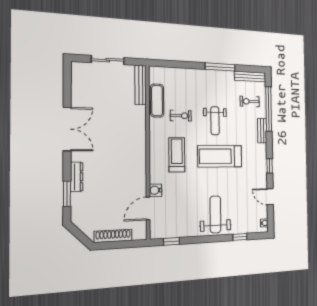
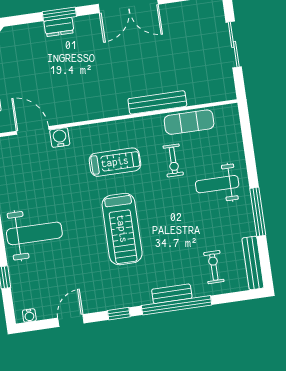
bench: (141, 85) -> (157, 102), moved
window: (269, 109) -> (177, 305), moved
weight bench: (215, 121) -> (217, 184), moved
treadmill: (220, 156) -> (122, 229), turned 180
dresser: (77, 177) -> (59, 27), width x0.70
window: (67, 194) -> (59, 14), moved

